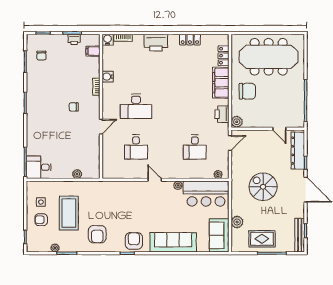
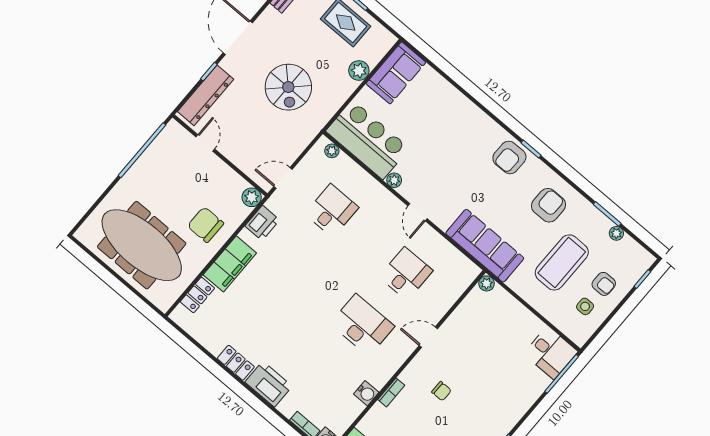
locker: (190, 40) -> (236, 363), moved
plant: (77, 174) -> (487, 283), moved
sofa: (173, 242) -> (485, 246), moved, turned 180

